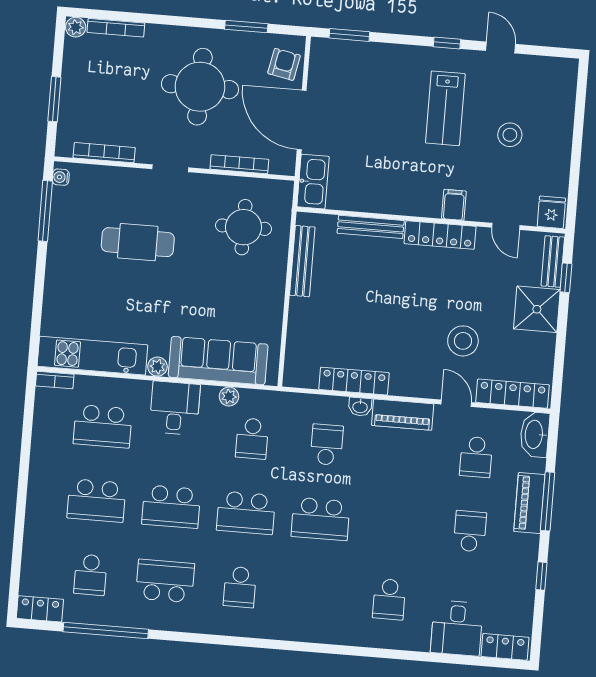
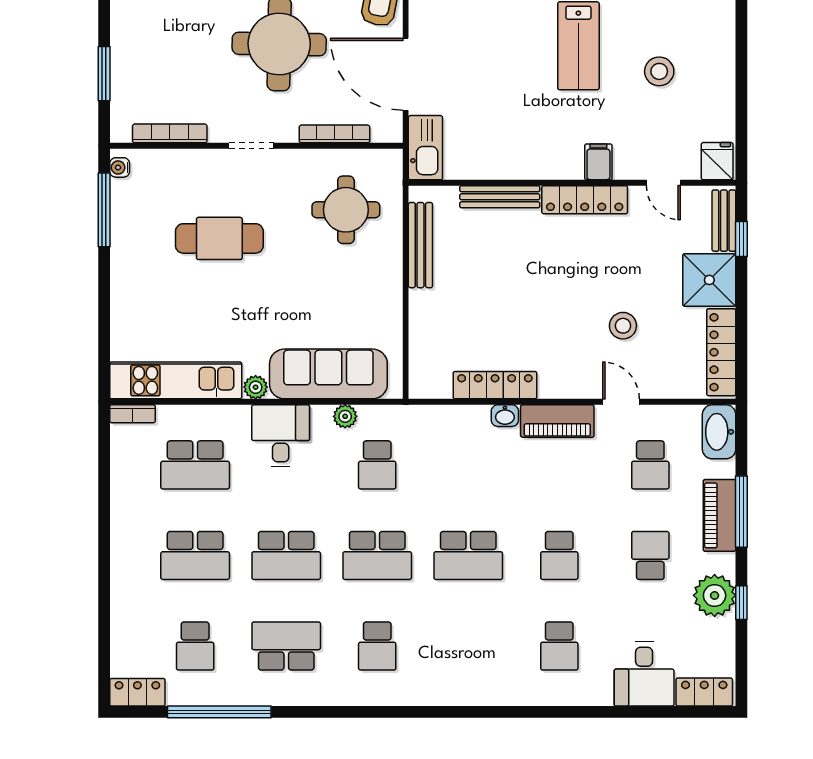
stool: (463, 341) -> (623, 326), width x0.73, depth x0.73
locker: (513, 394) -> (721, 352), moved, turned -90
school desk: (327, 445) -> (559, 555), moved, turned 180
plant: (520, 568) -> (715, 595), added

